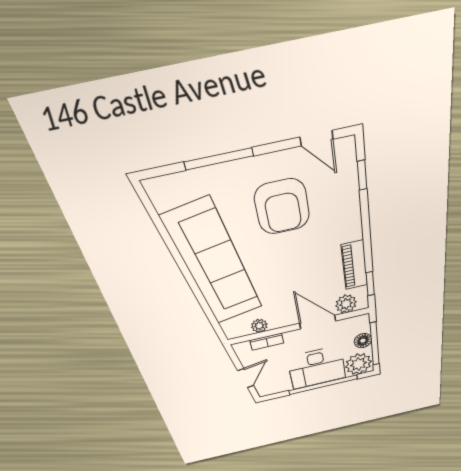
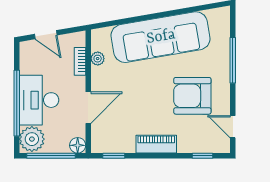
door: (317, 138) -> (233, 127), hinge flipped
piano: (355, 265) -> (156, 144), moved
plant: (346, 304) -> (100, 134), removed
floor lamp: (363, 341) -> (78, 145), moved

